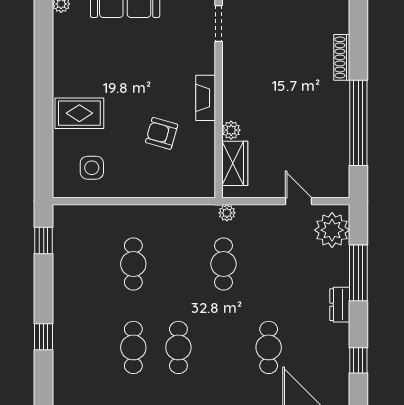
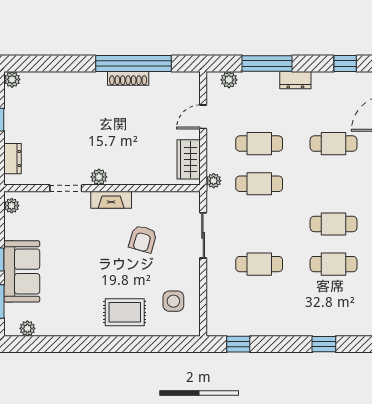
doorway: (219, 24) -> (66, 188), moved
shoe rack: (342, 57) -> (128, 78), moved
rug: (79, 113) -> (125, 312), turned 90
plant: (231, 130) -> (99, 177), moved
wardrobe: (235, 163) -> (189, 159), moved, turned -90
sliding door: (166, 201) -> (203, 235), added
plant: (332, 230) -> (229, 80), width x0.53, depth x0.53
cafe table: (269, 264) -> (259, 144), added

